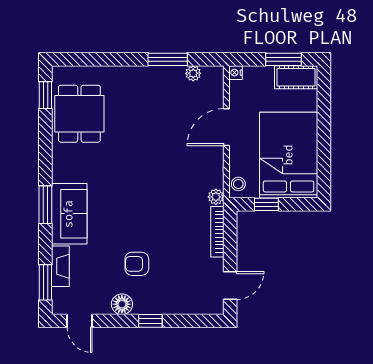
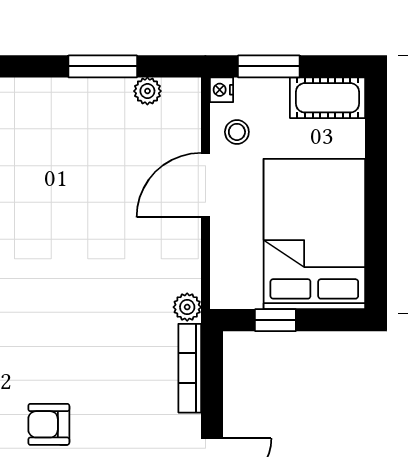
window: (284, 59) -> (269, 66), moved
stool: (238, 184) -> (237, 132), moved

